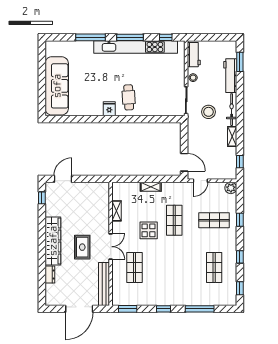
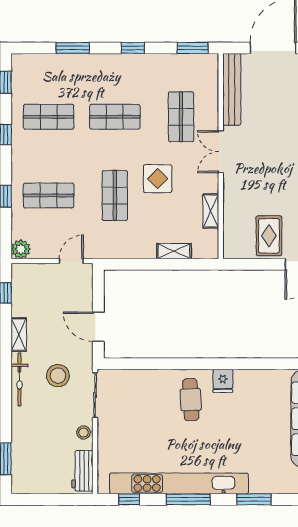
window: (91, 37) -> (254, 499), width x0.69
workbench: (230, 76) -> (22, 436), removed
door: (184, 162) -> (98, 327), moved
shelving: (151, 187) -> (174, 251), moved
rug: (82, 247) -> (269, 236), moved
shop shelf: (174, 268) -> (115, 117), added
shop shelf: (214, 268) -> (49, 117), turned 90
window: (200, 309) -> (73, 48), width x0.69

